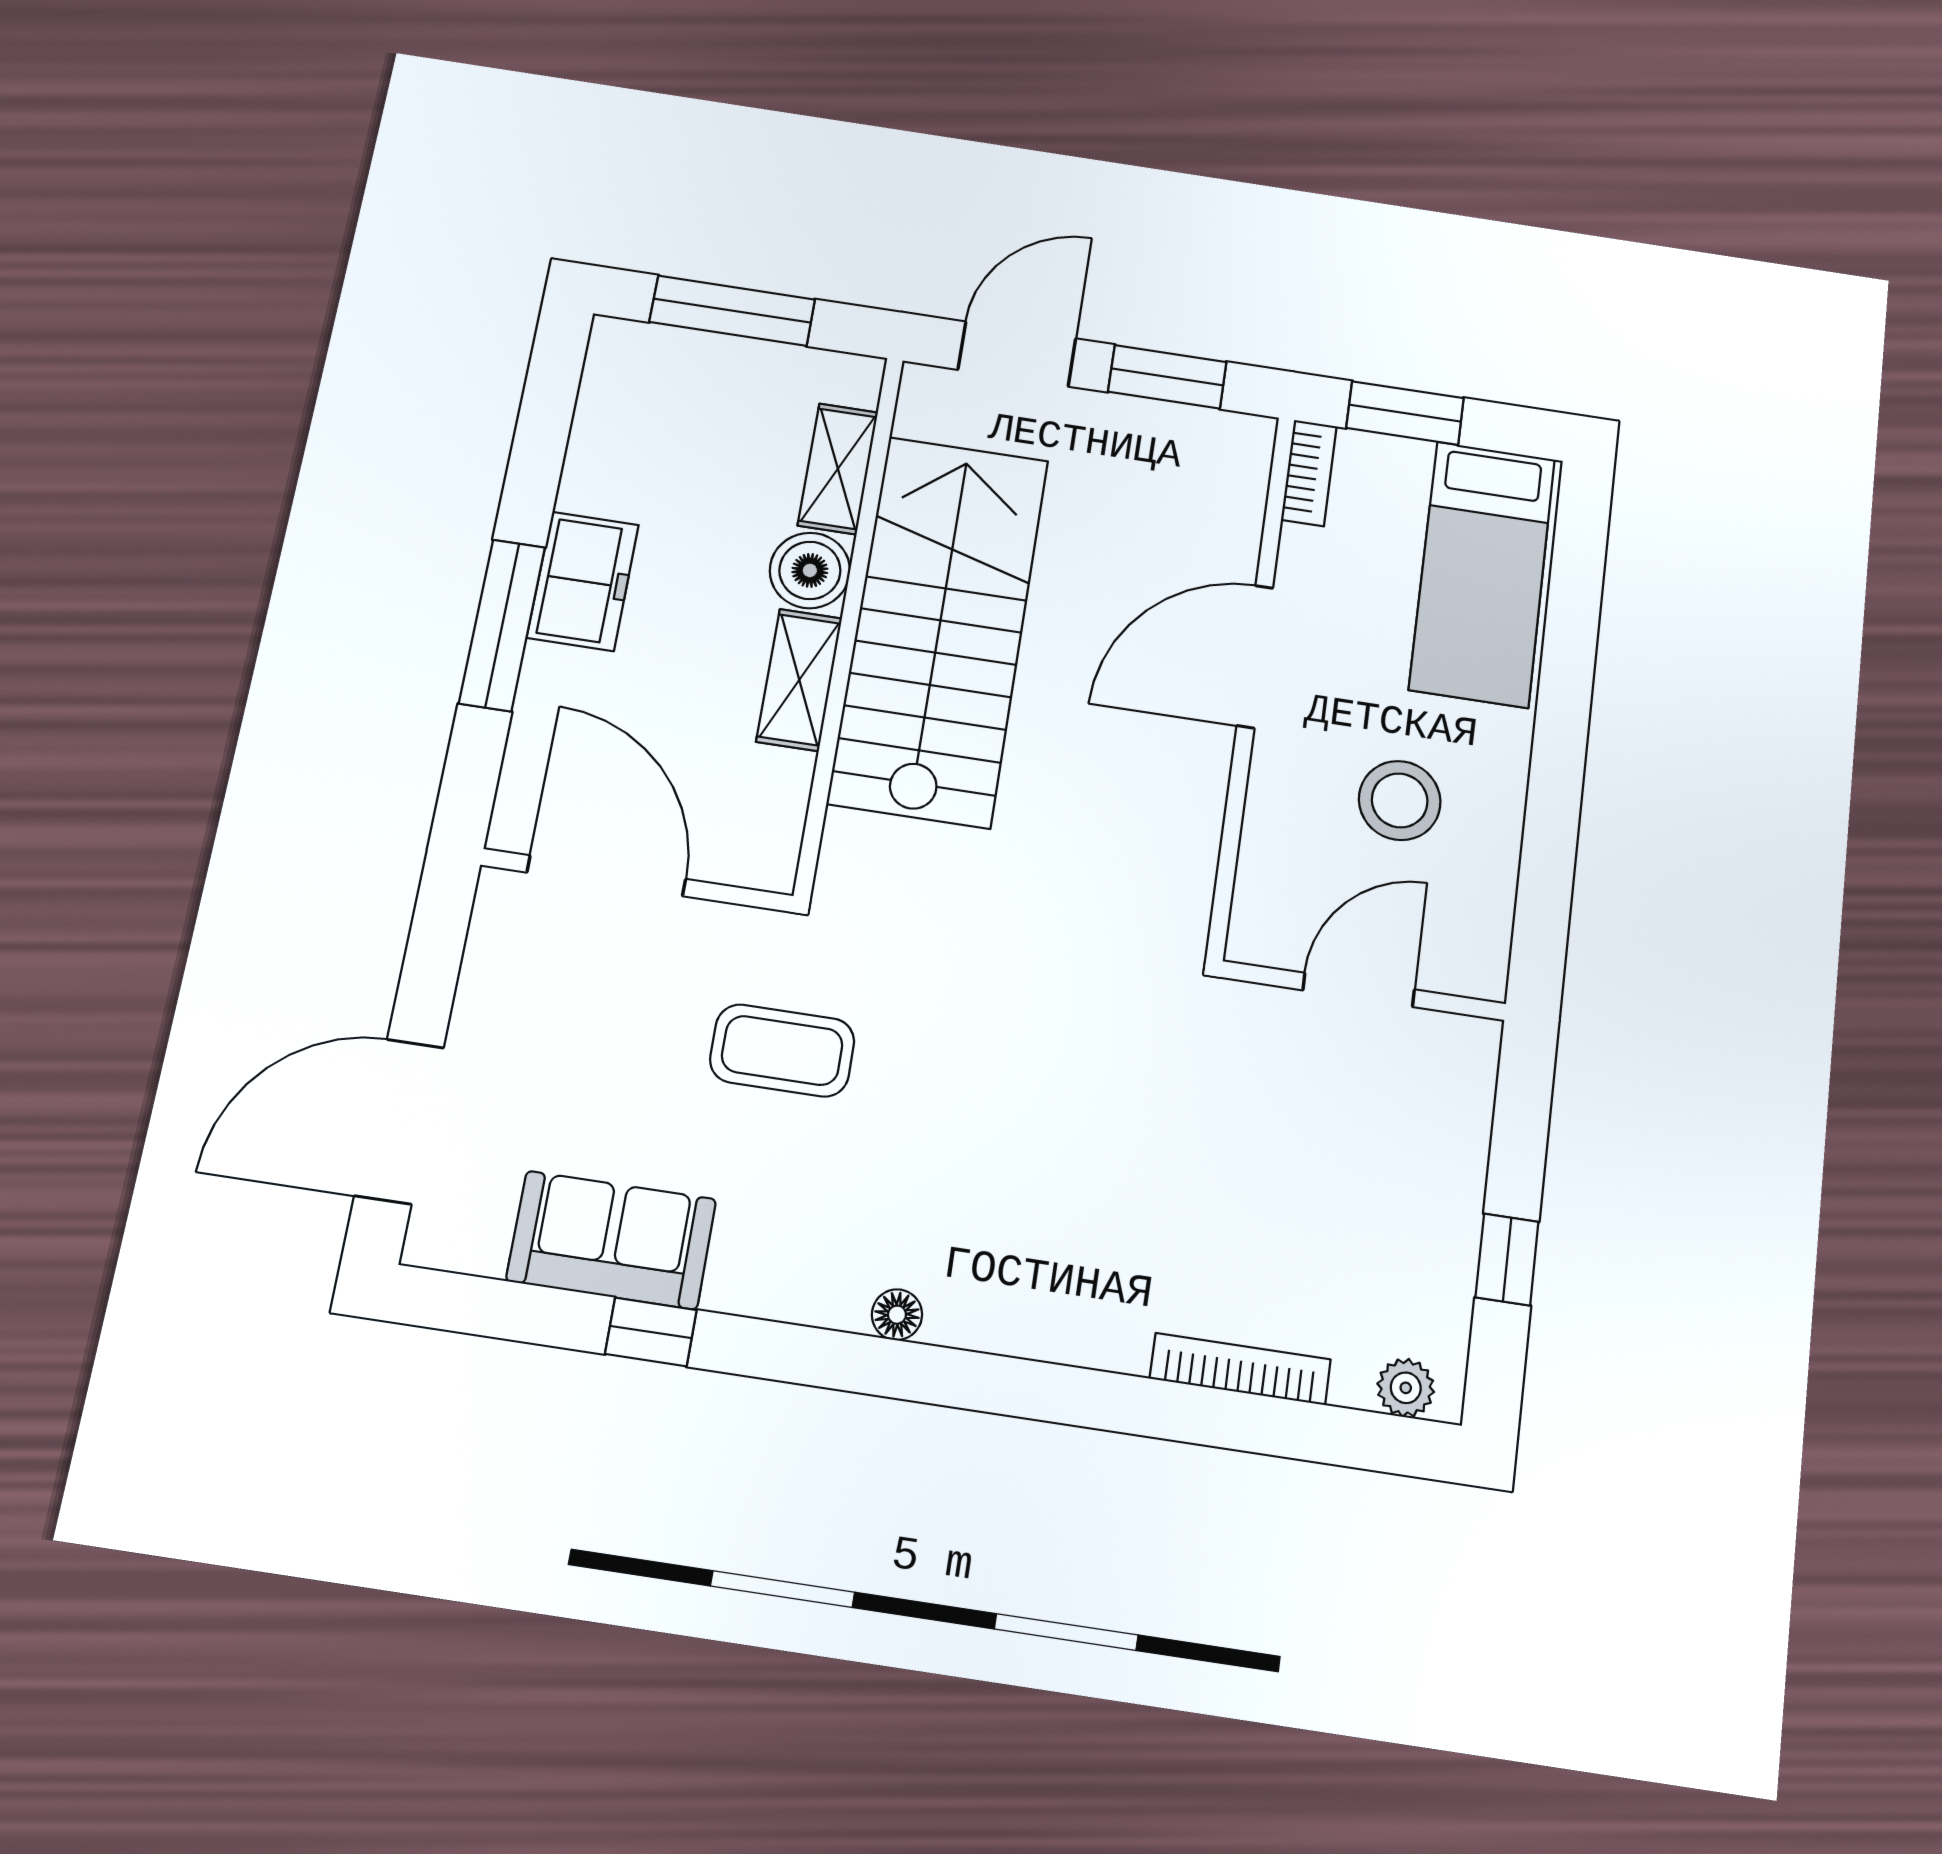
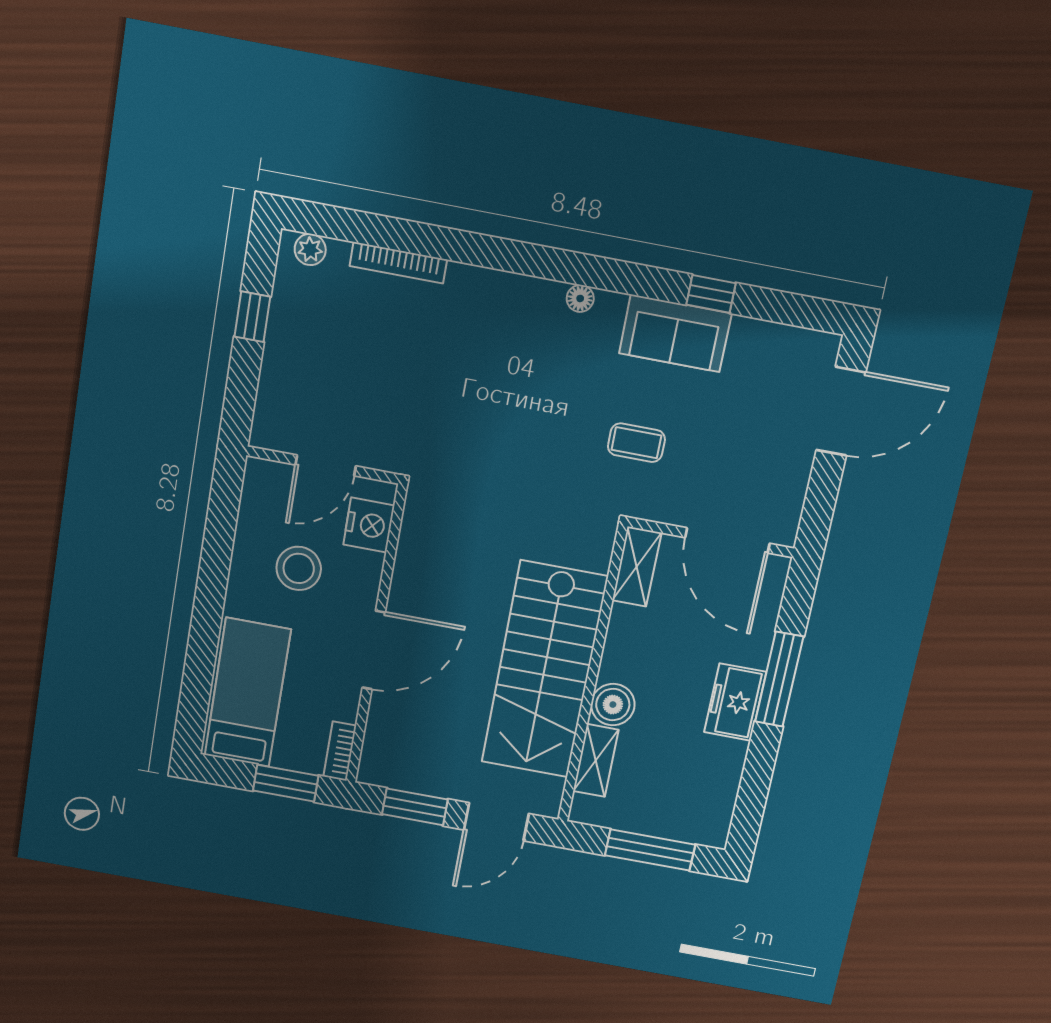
shelving: (799, 680) -> (637, 567), moved
nightstand: (1274, 883) -> (369, 525), added
coffee table: (782, 1050) -> (636, 443), width x0.73, depth x0.77
sofa: (611, 1240) -> (675, 333), moved

